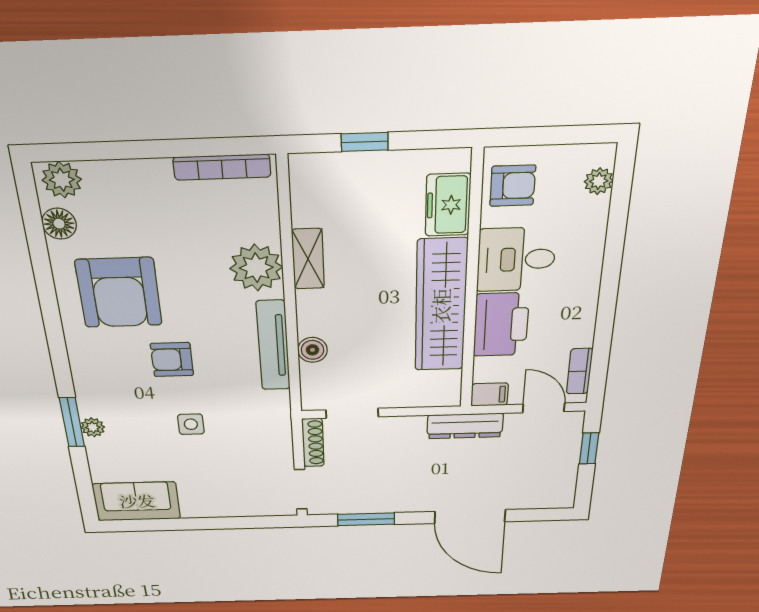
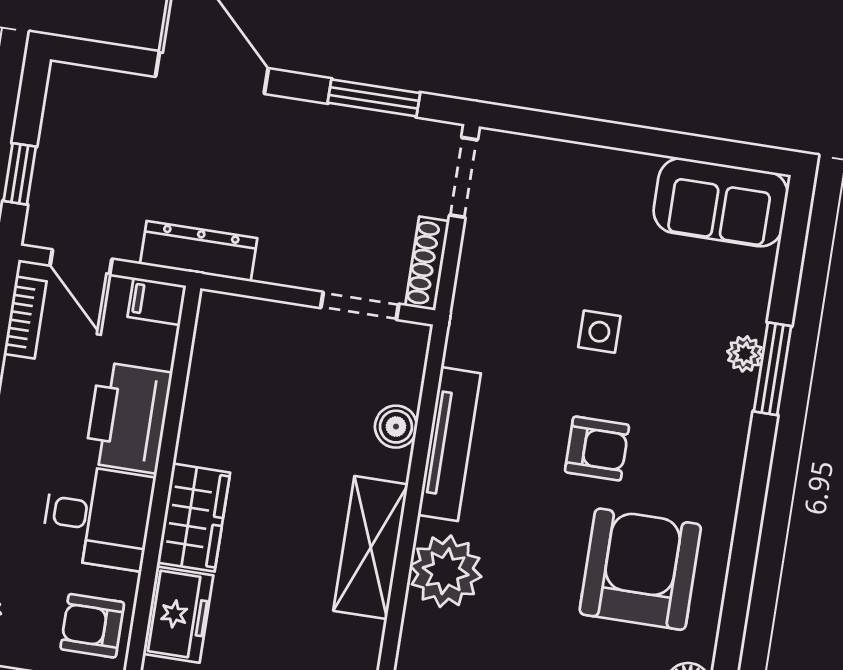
shelving: (308, 259) -> (371, 548), width x1.50, depth x1.33
wardrobe: (441, 306) -> (194, 518), width x0.48, depth x0.85

